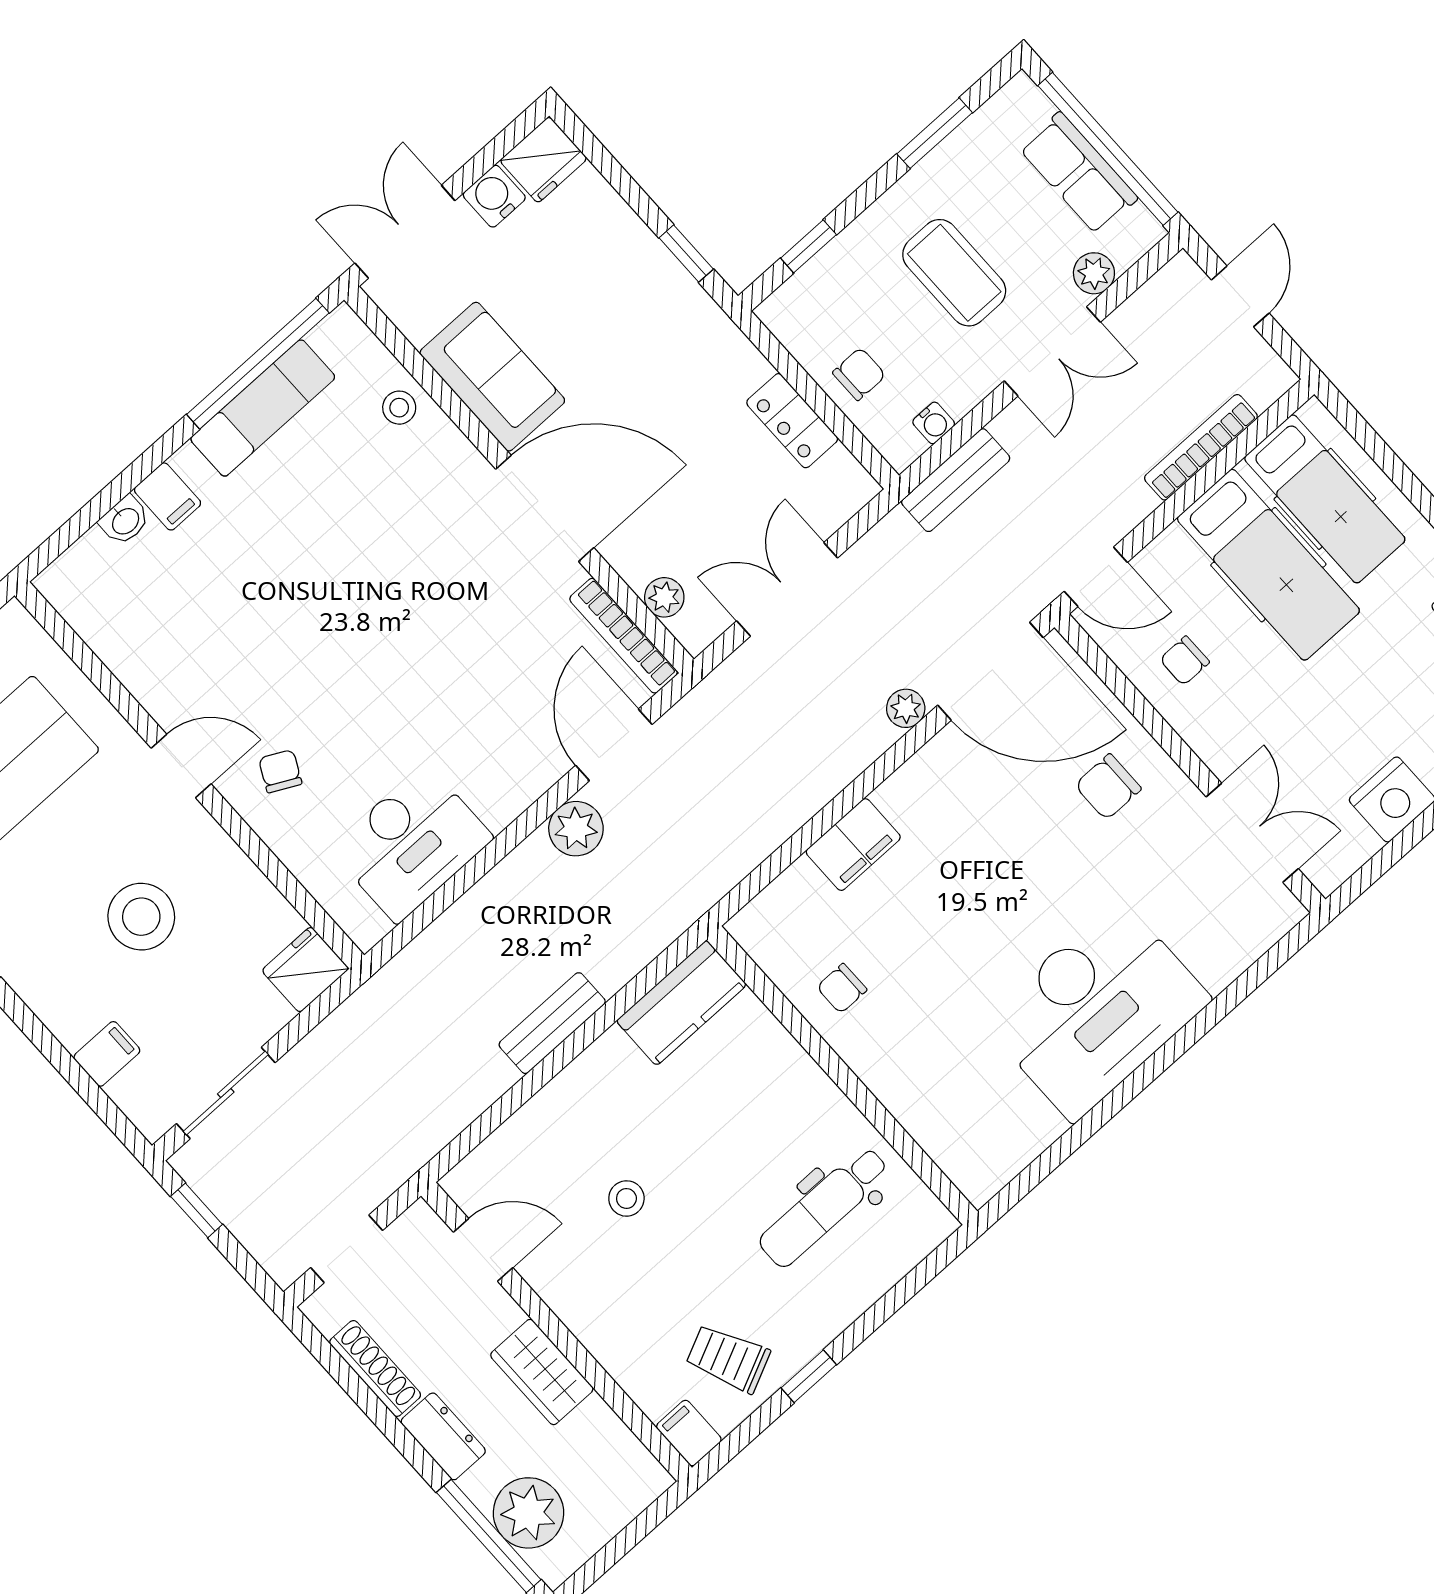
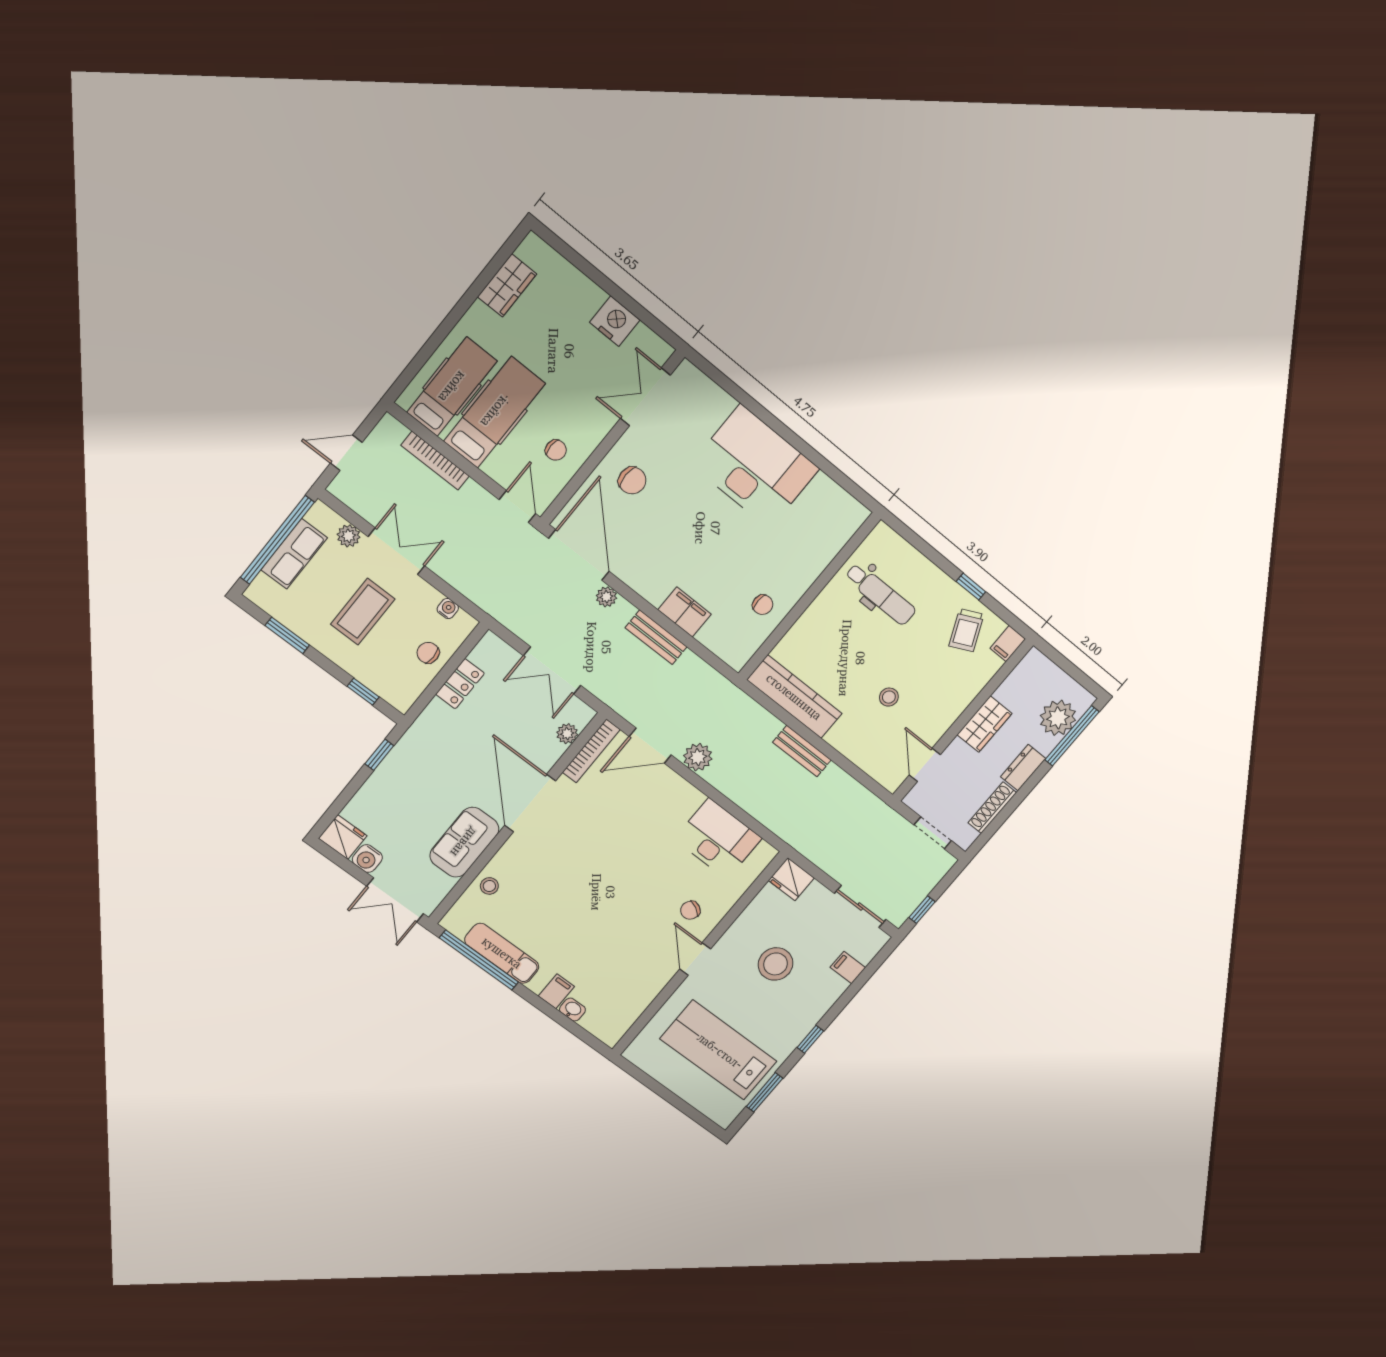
bench: (956, 480) -> (656, 637), moved
kitchen counter: (682, 1003) -> (794, 697), width x1.50

